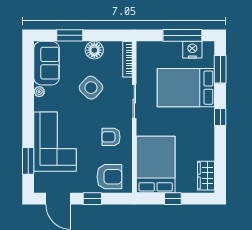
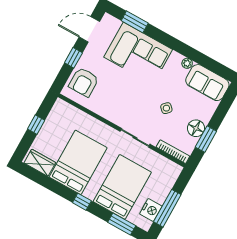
window: (70, 35) -> (206, 139), moved
side table: (91, 88) -> (166, 108), width x0.54, depth x0.54
armchair: (111, 137) -> (116, 102), removed
bed: (156, 164) -> (78, 162), moved, turned -90

